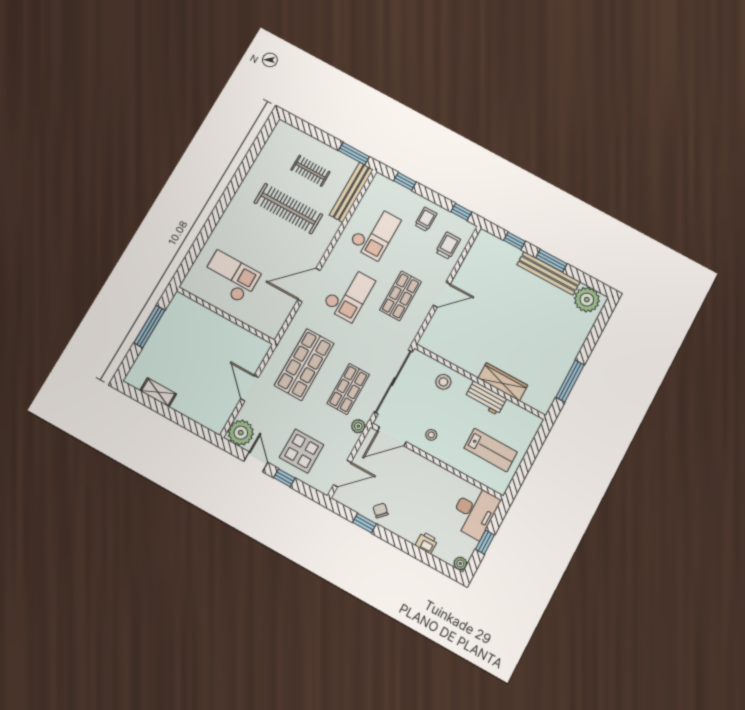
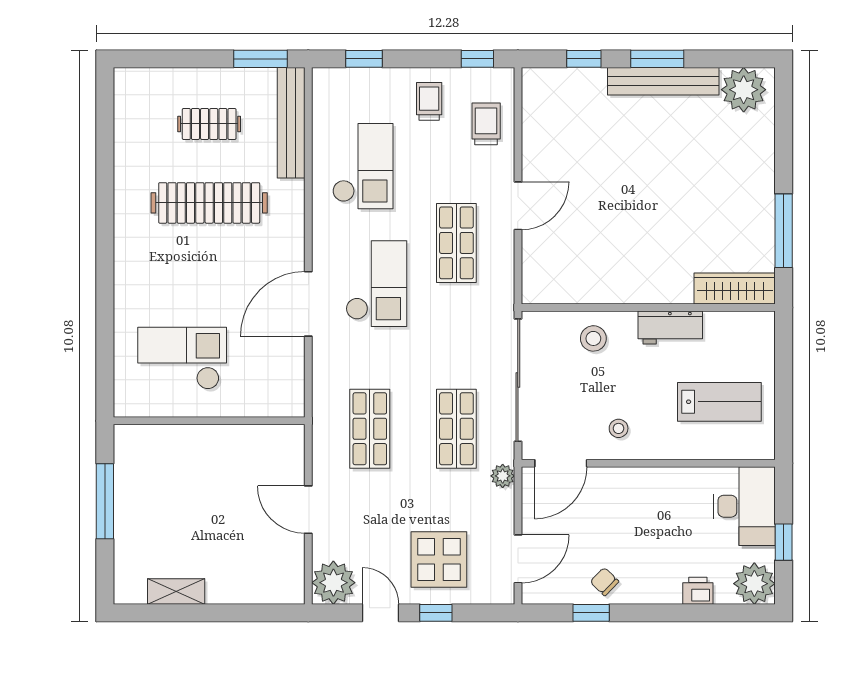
shop shelf: (304, 364) -> (370, 429), width x0.70, depth x0.74
wardrobe: (503, 382) -> (735, 288), moved
plant: (460, 563) -> (754, 584), width x1.88, depth x1.88

